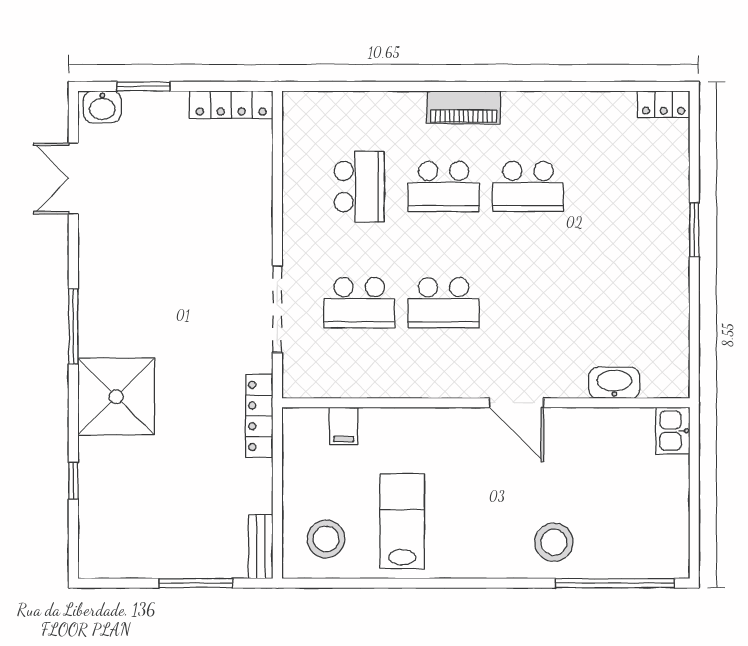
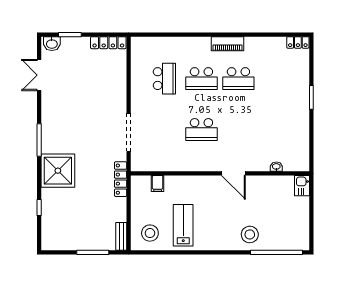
piano: (464, 107) -> (227, 44), moved
school desk: (359, 303) -> (164, 129), removed
washbasin: (614, 383) -> (276, 167), width x0.52, depth x0.69

